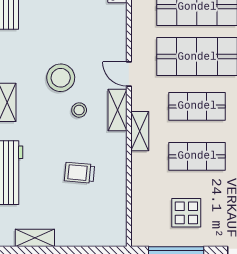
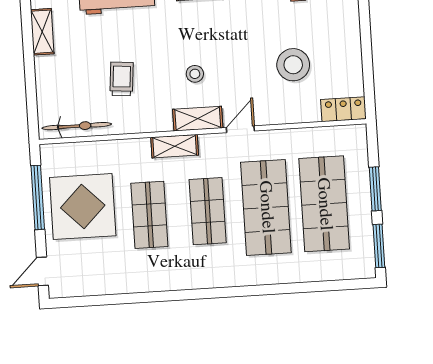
stool: (61, 78) -> (293, 65), moved
display table: (186, 213) -> (83, 207), width x1.86, depth x1.86
bicycle: (117, 214) -> (77, 126), added

